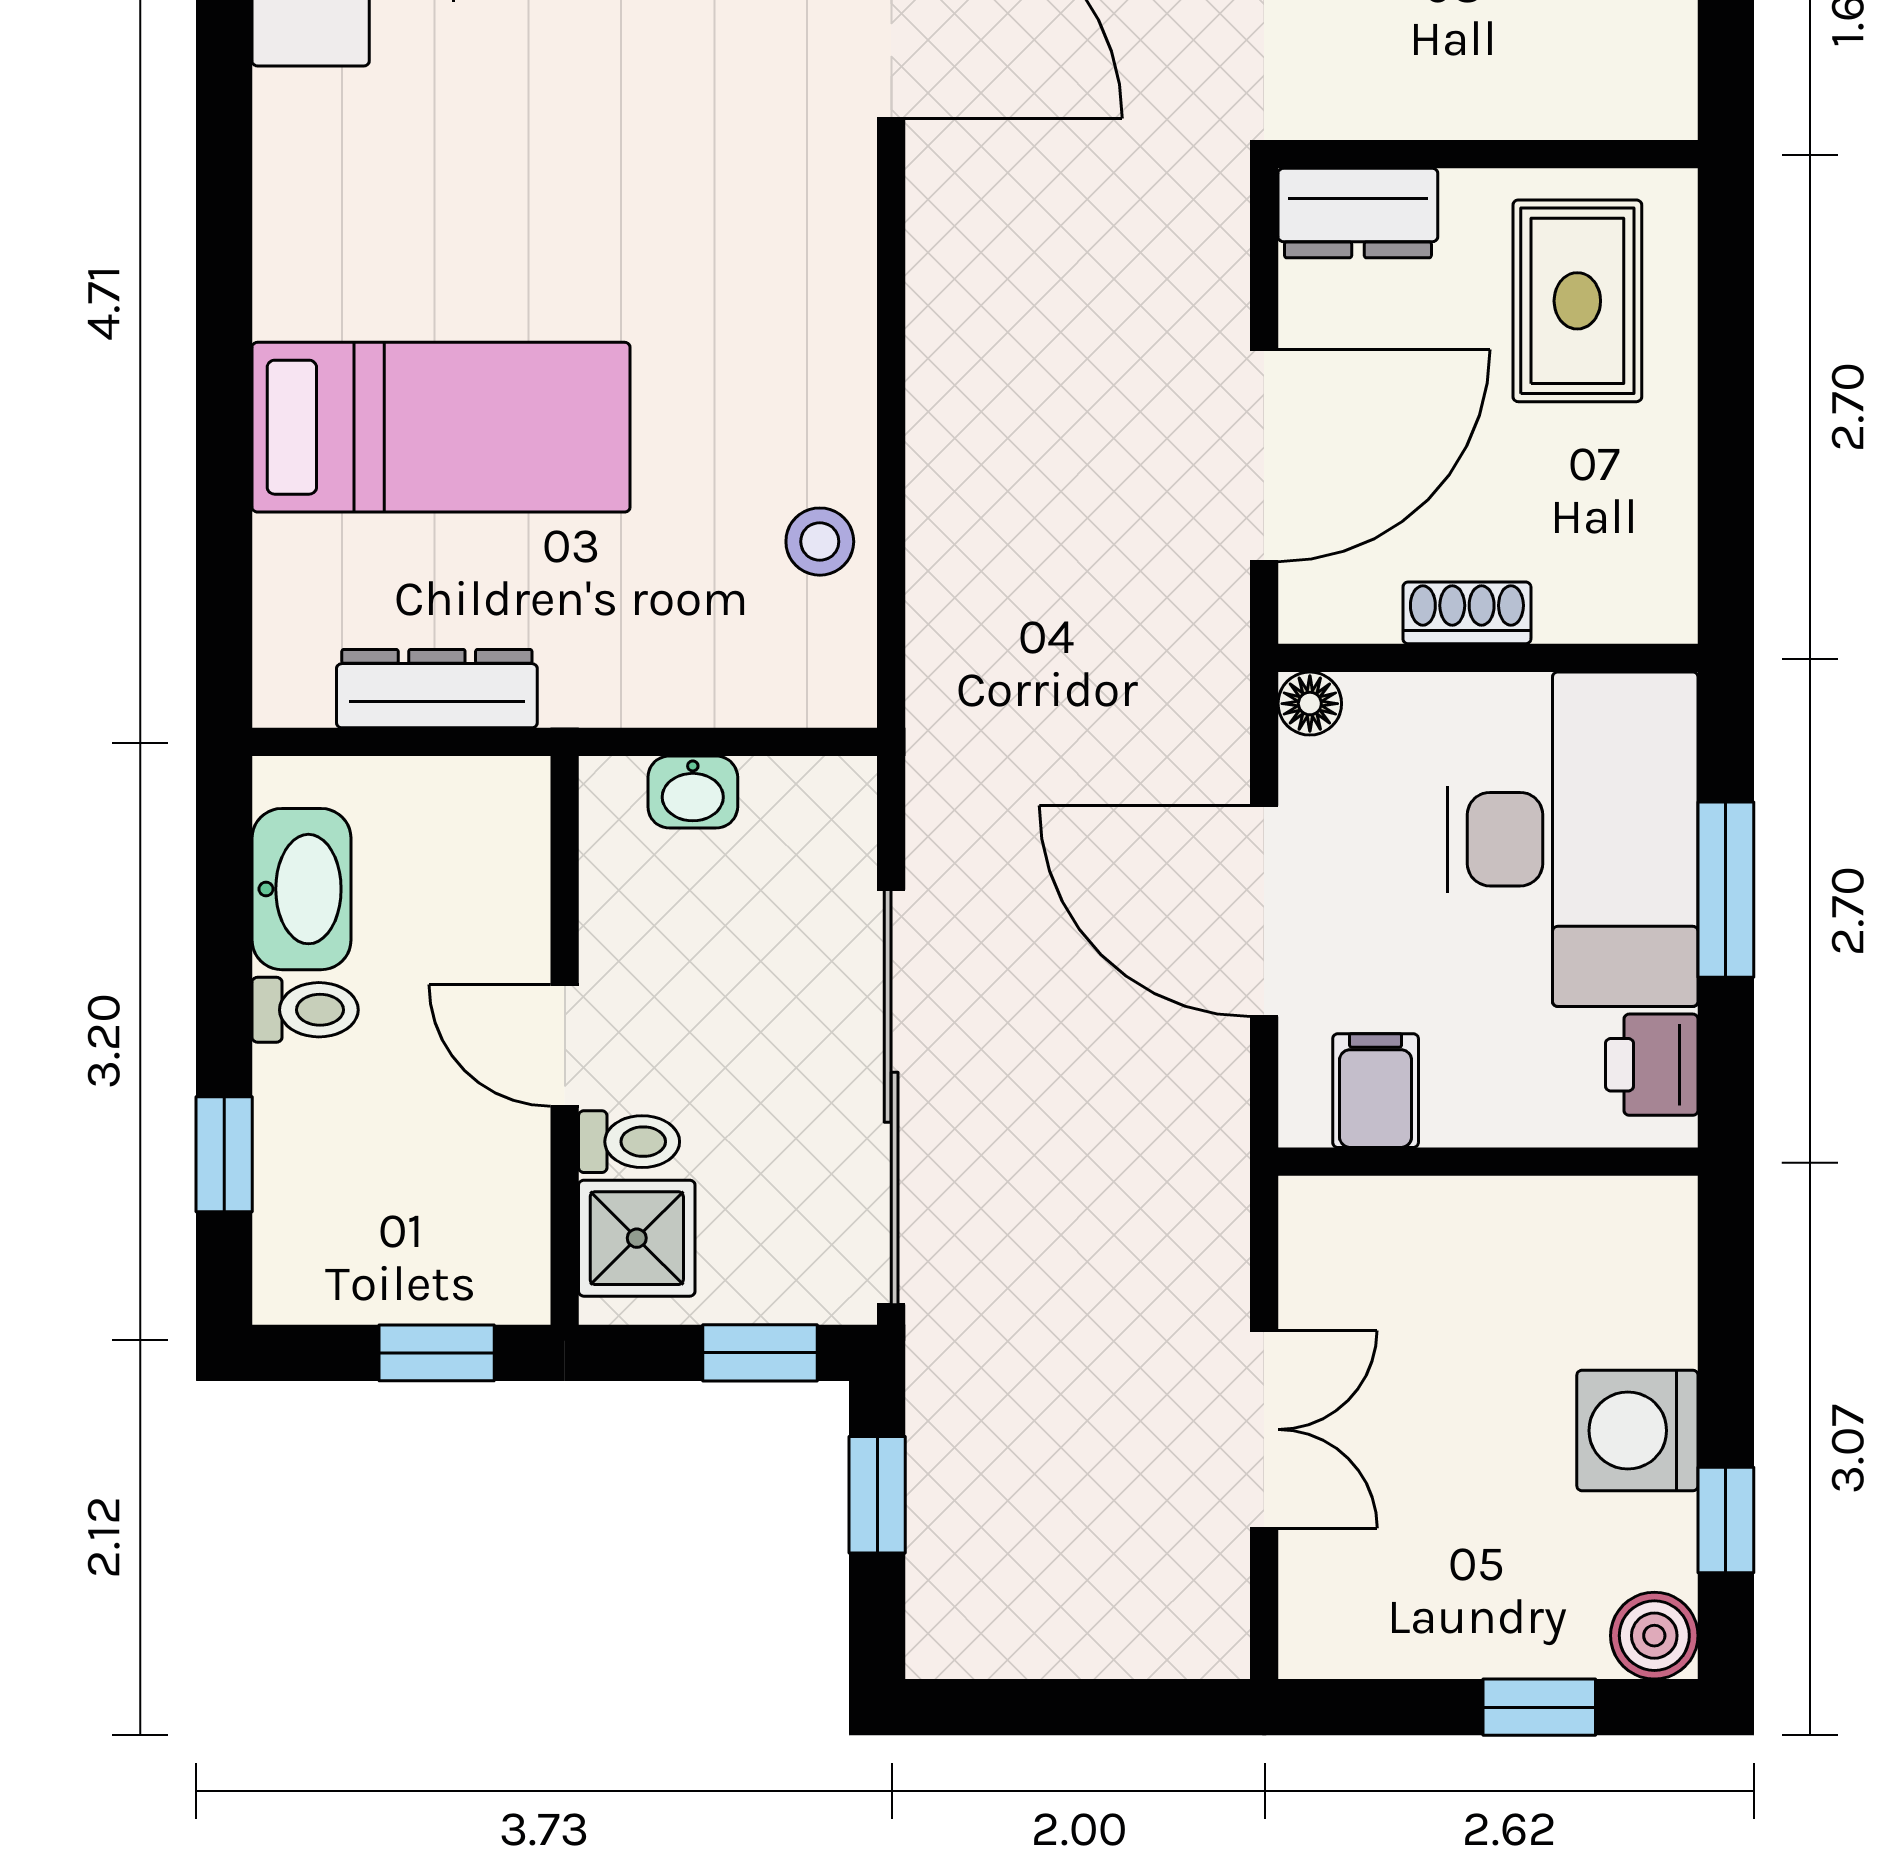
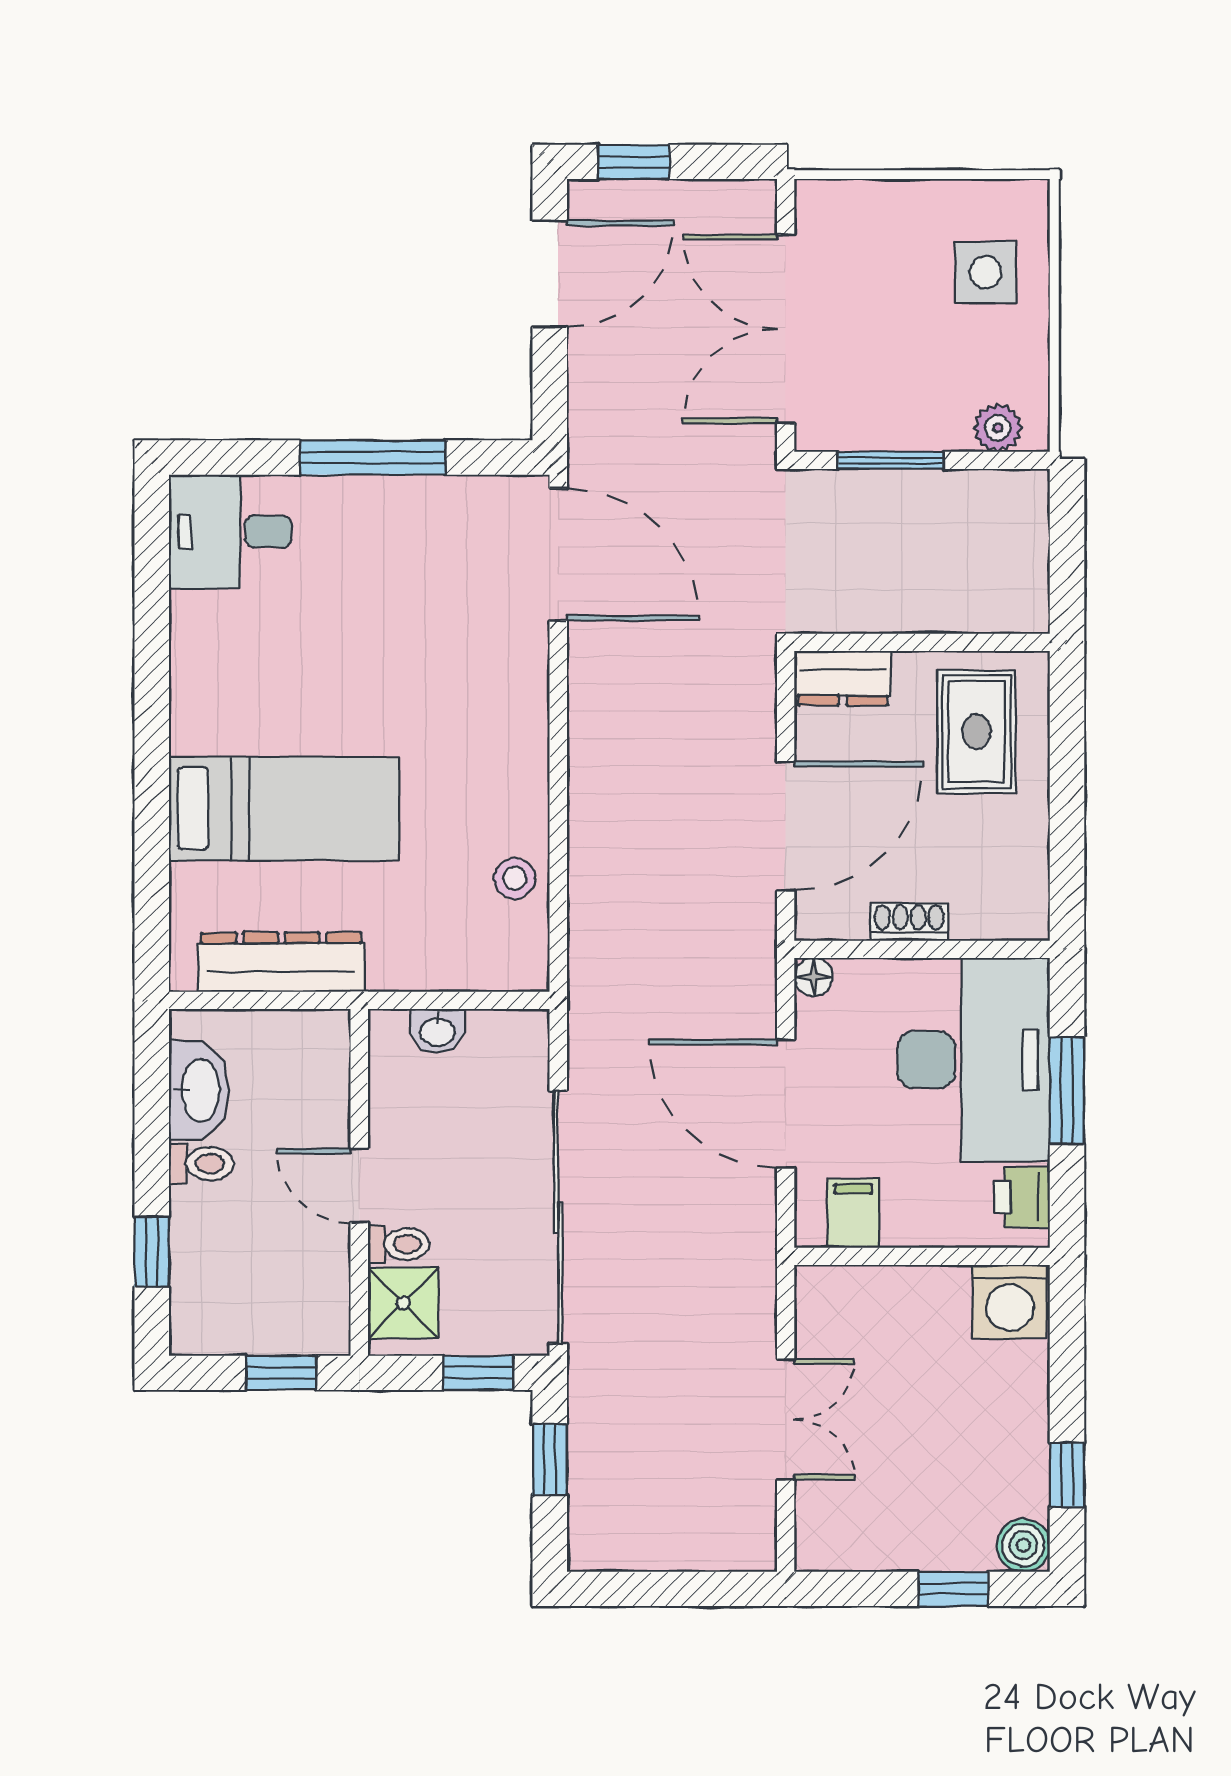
dresser: (437, 689) -> (281, 962), width x1.37, depth x1.24
washing machine: (1637, 1431) -> (1010, 1302), moved, turned -90

